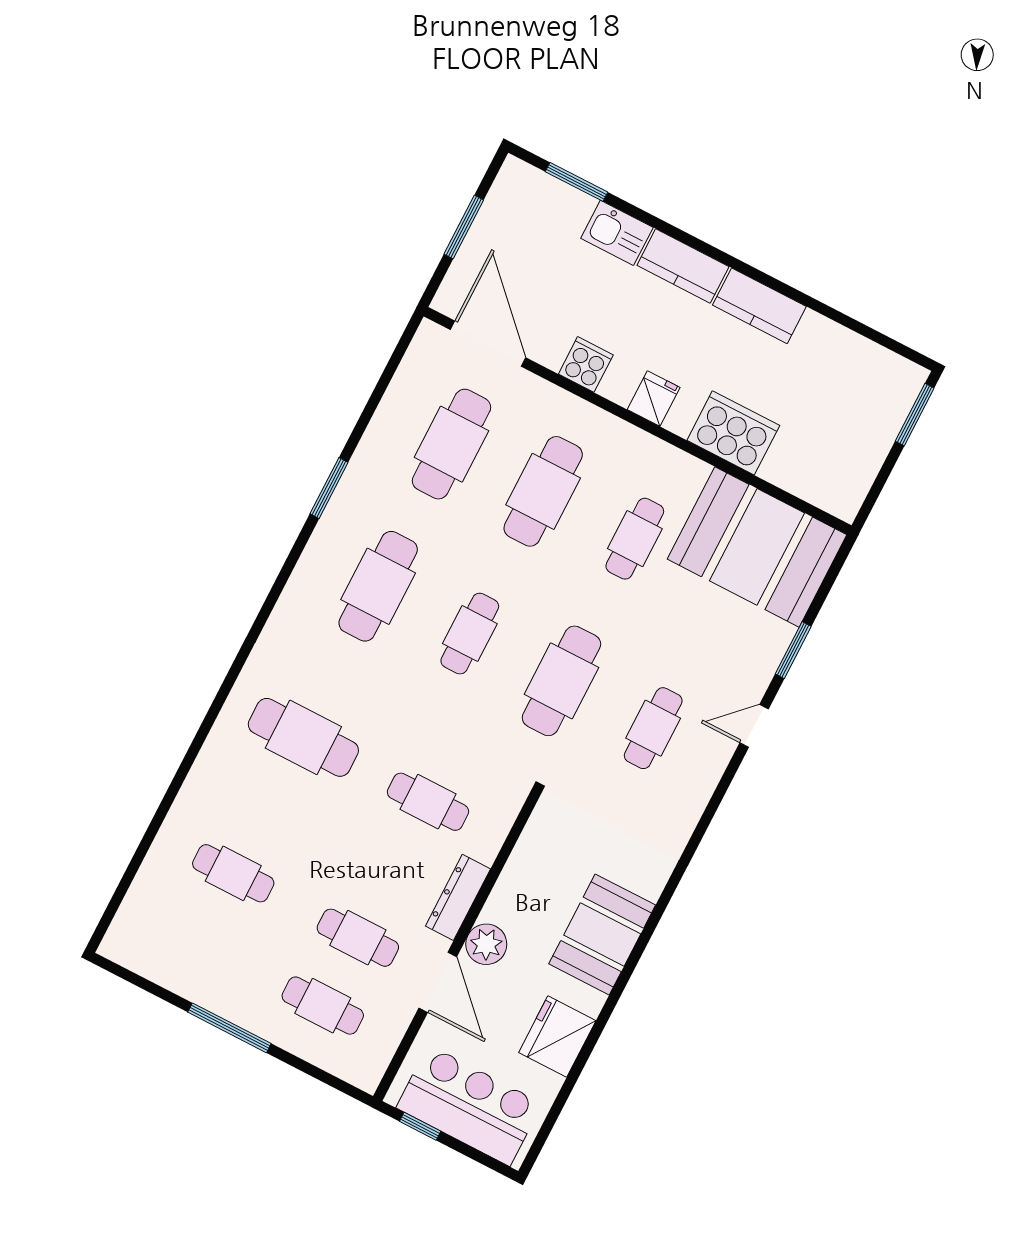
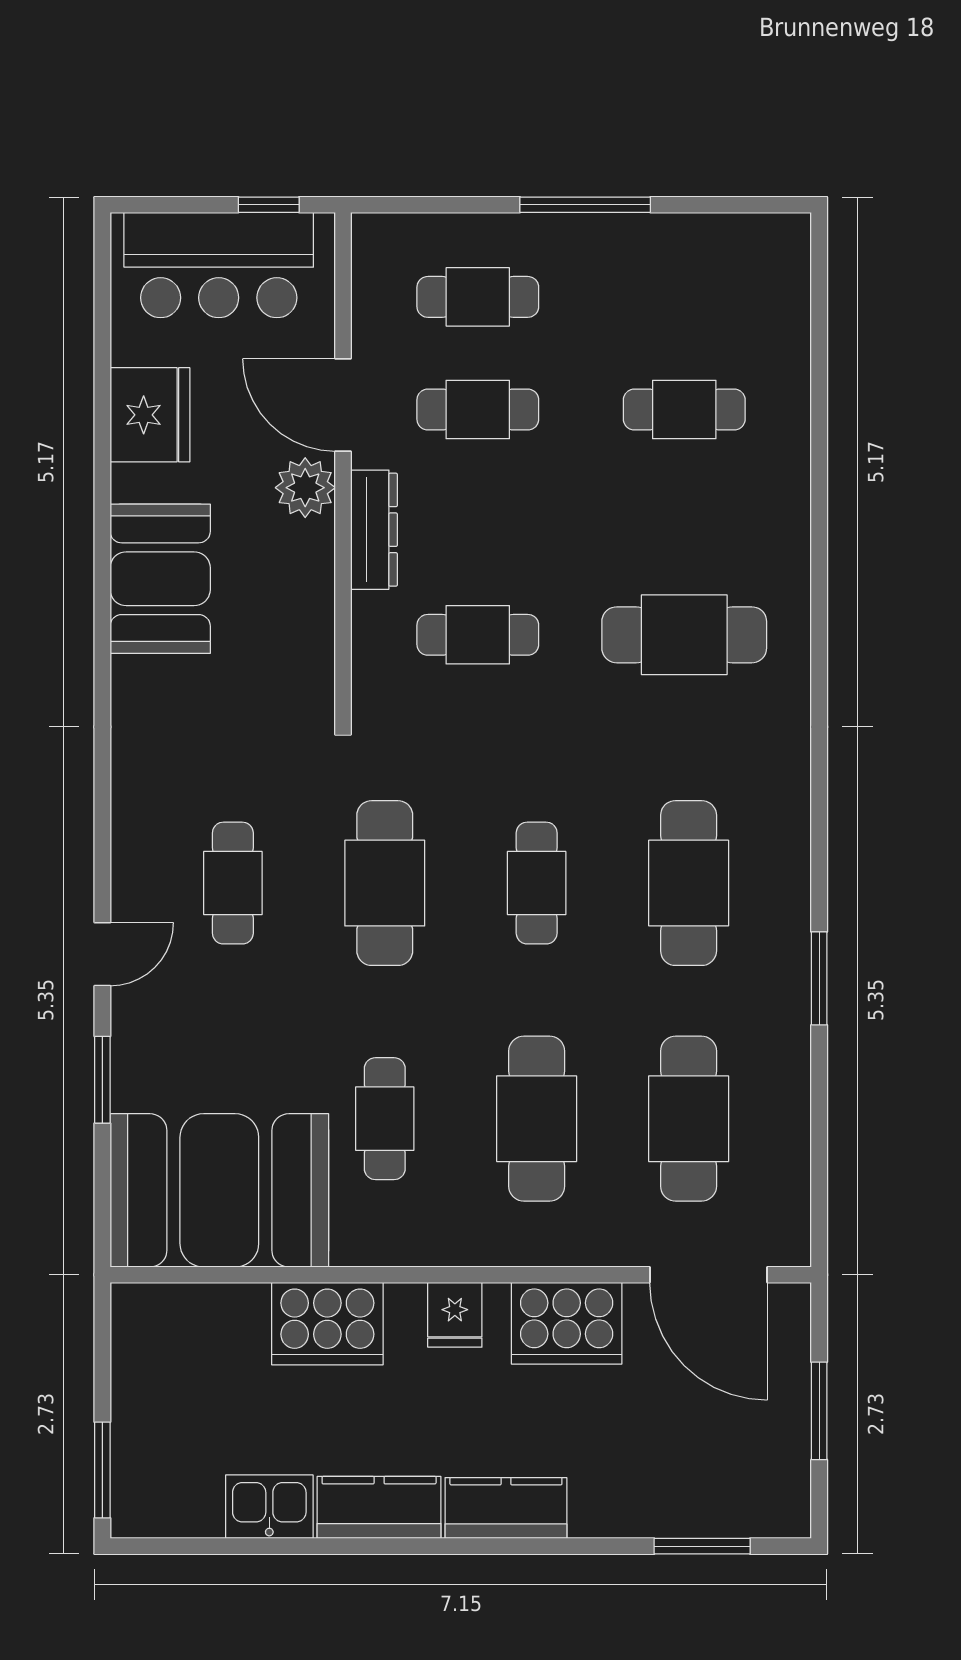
kitchen sink: (617, 233) -> (269, 1507), moved
cooker: (586, 364) -> (567, 1323), width x1.87, depth x1.31

